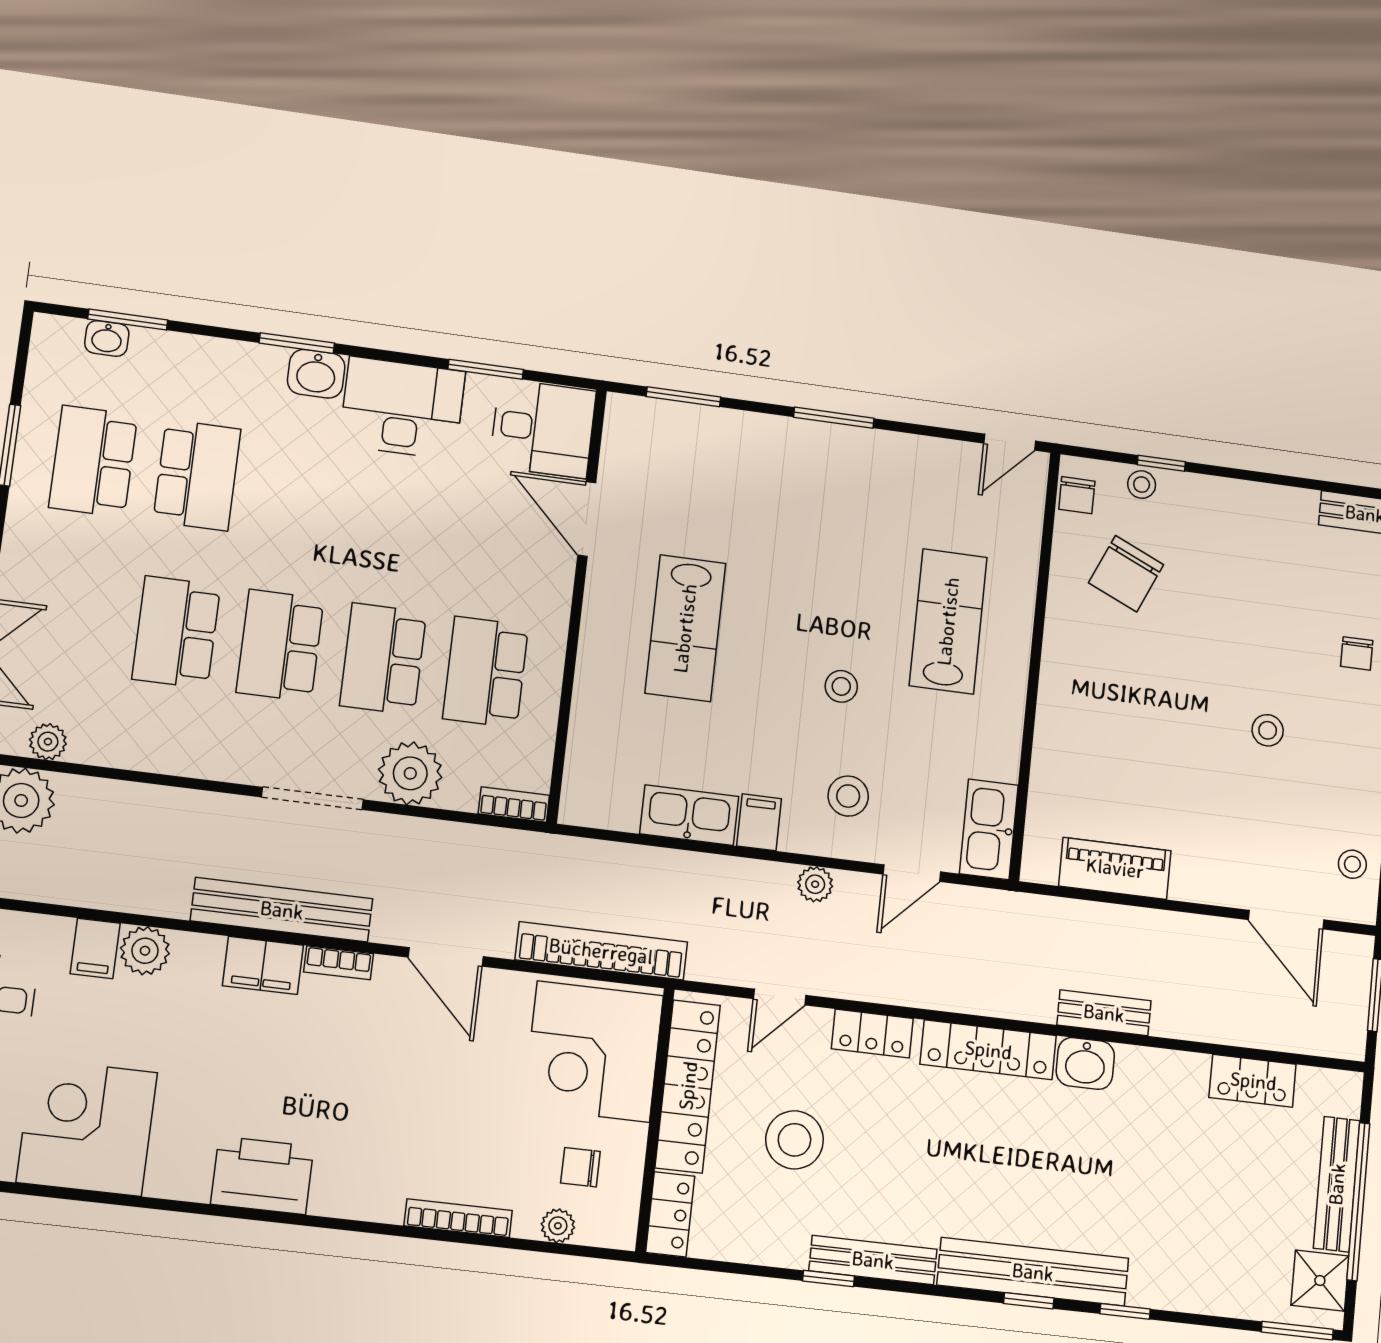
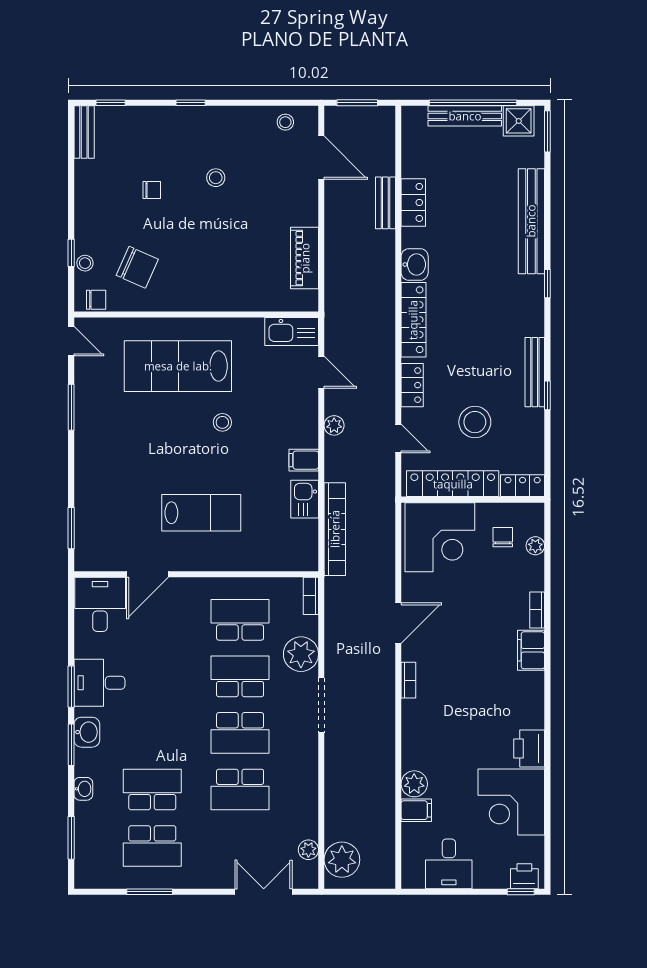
washbasin: (107, 338) -> (83, 789), moved
window: (486, 369) -> (71, 687), moved
desk: (402, 408) -> (99, 683), width x0.73
window: (834, 418) -> (71, 407), moved
lab bench: (948, 621) -> (178, 366), width x1.36, depth x1.39
chair: (1357, 653) -> (152, 190), moved
school desk: (383, 659) -> (240, 676), turned 180
school desk: (486, 672) -> (240, 620), turned 180
stool: (848, 796) -> (283, 412), removed
kitchen sink: (689, 815) -> (305, 499), width x0.73
bench: (282, 910) -> (383, 714), removed
door: (1286, 920) -> (321, 158), hinge flipped
bookcase: (601, 951) -> (335, 529), moved, turned 180
filing cabinet: (263, 965) -> (531, 650), moved, turned 180
bench: (1104, 1013) -> (385, 203), moved
locker: (1253, 1081) -> (413, 202), moved
chair: (580, 1167) -> (503, 537), turned 180
printer: (262, 1175) -> (529, 748), moved, width x0.73, depth x0.84
bookcase: (458, 1218) -> (537, 610), width x0.64
bench: (1033, 1272) -> (531, 221), moved
window: (1125, 1311) -> (547, 229), removed

